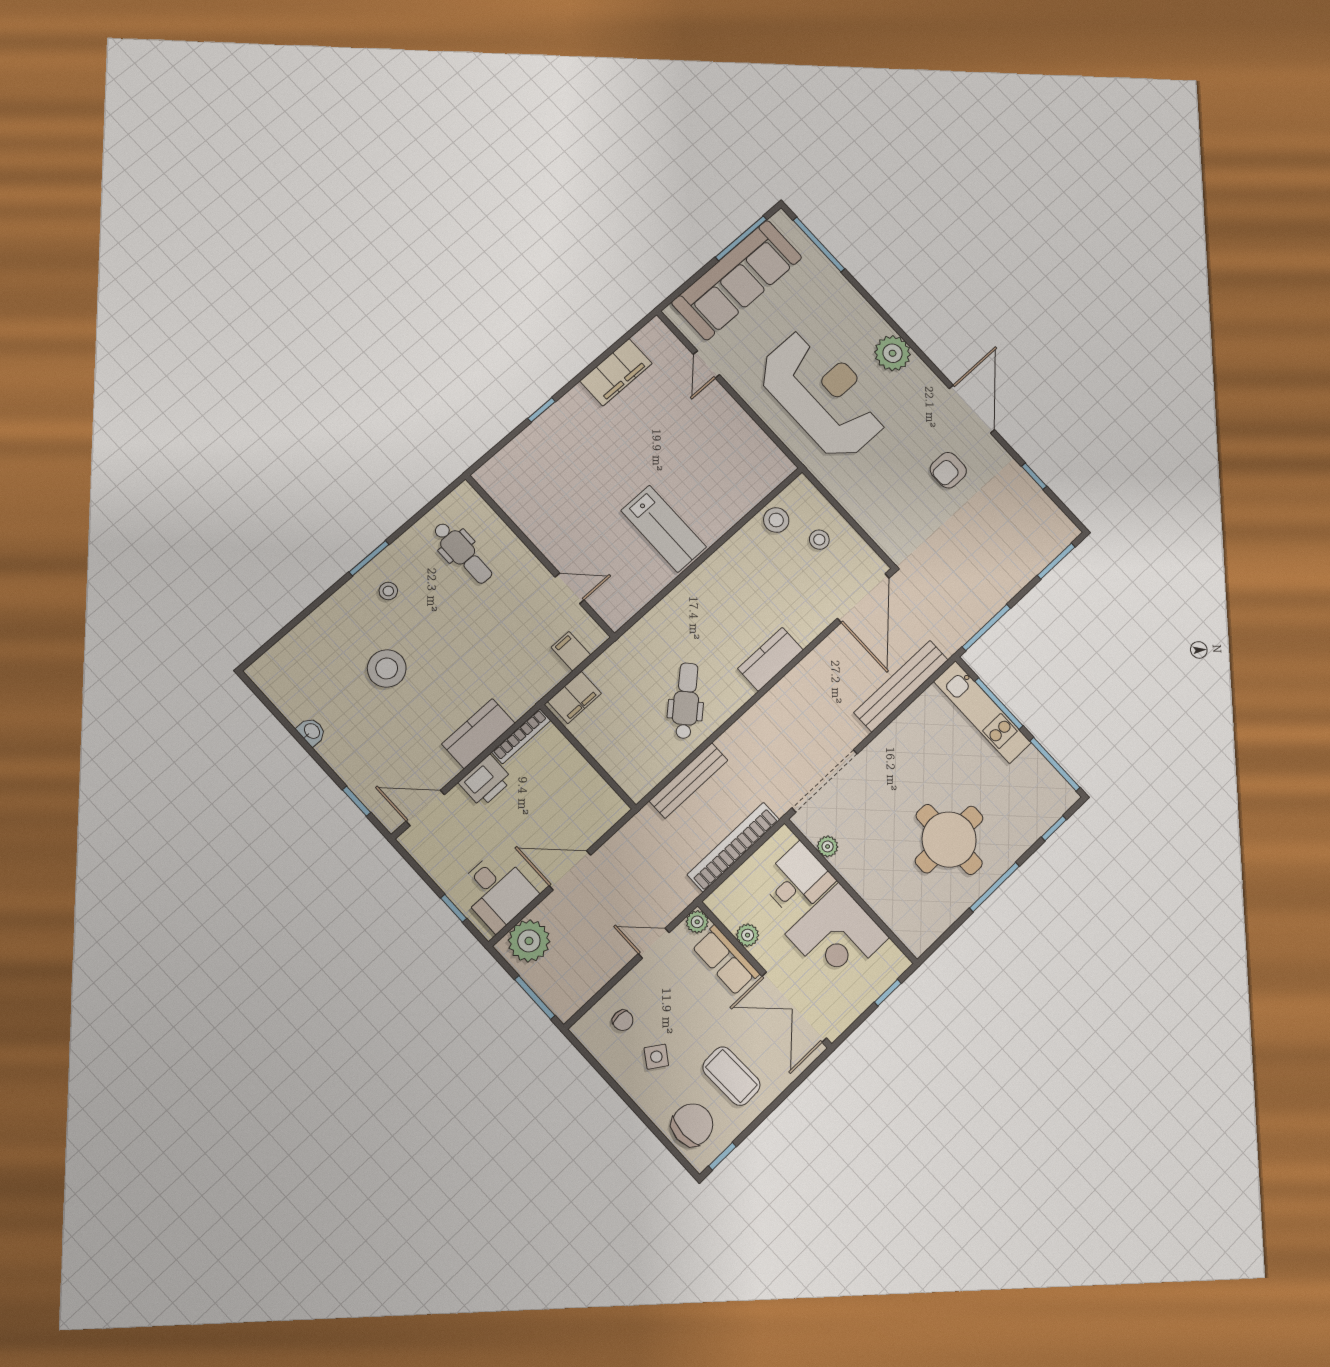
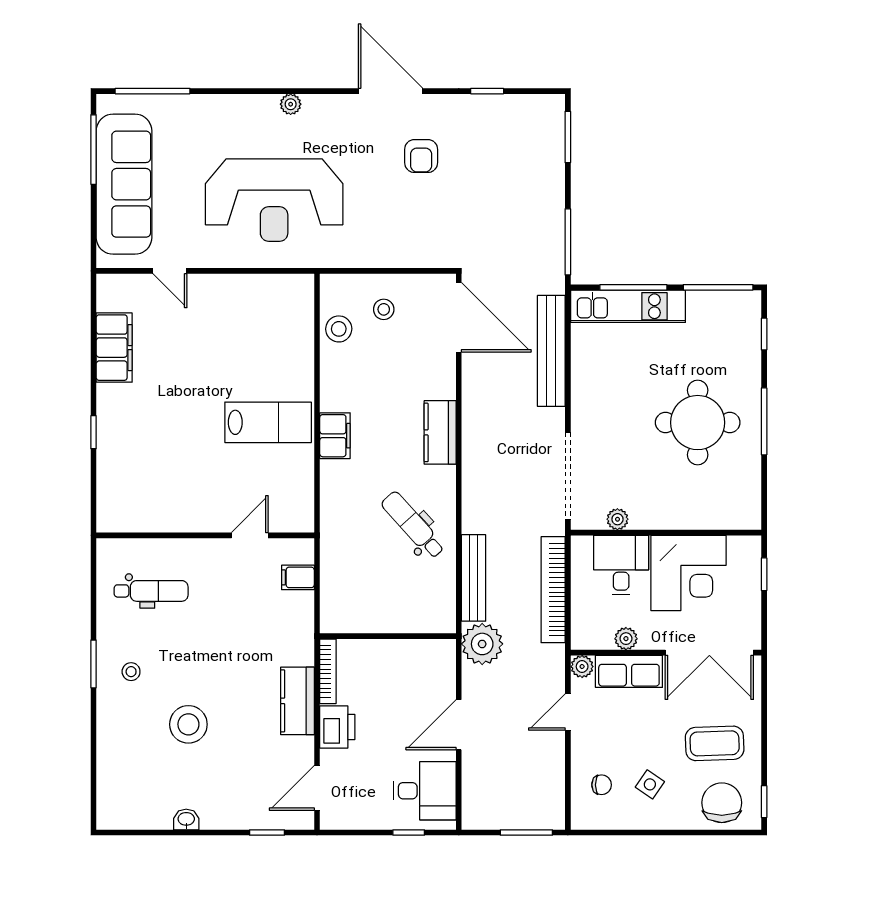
plant: (893, 353) -> (291, 104), width x0.53, depth x0.53
reception desk: (823, 394) -> (274, 200), turned 180
filing cabinet: (575, 697) -> (335, 436), moved
plant: (529, 941) -> (482, 644), moved

